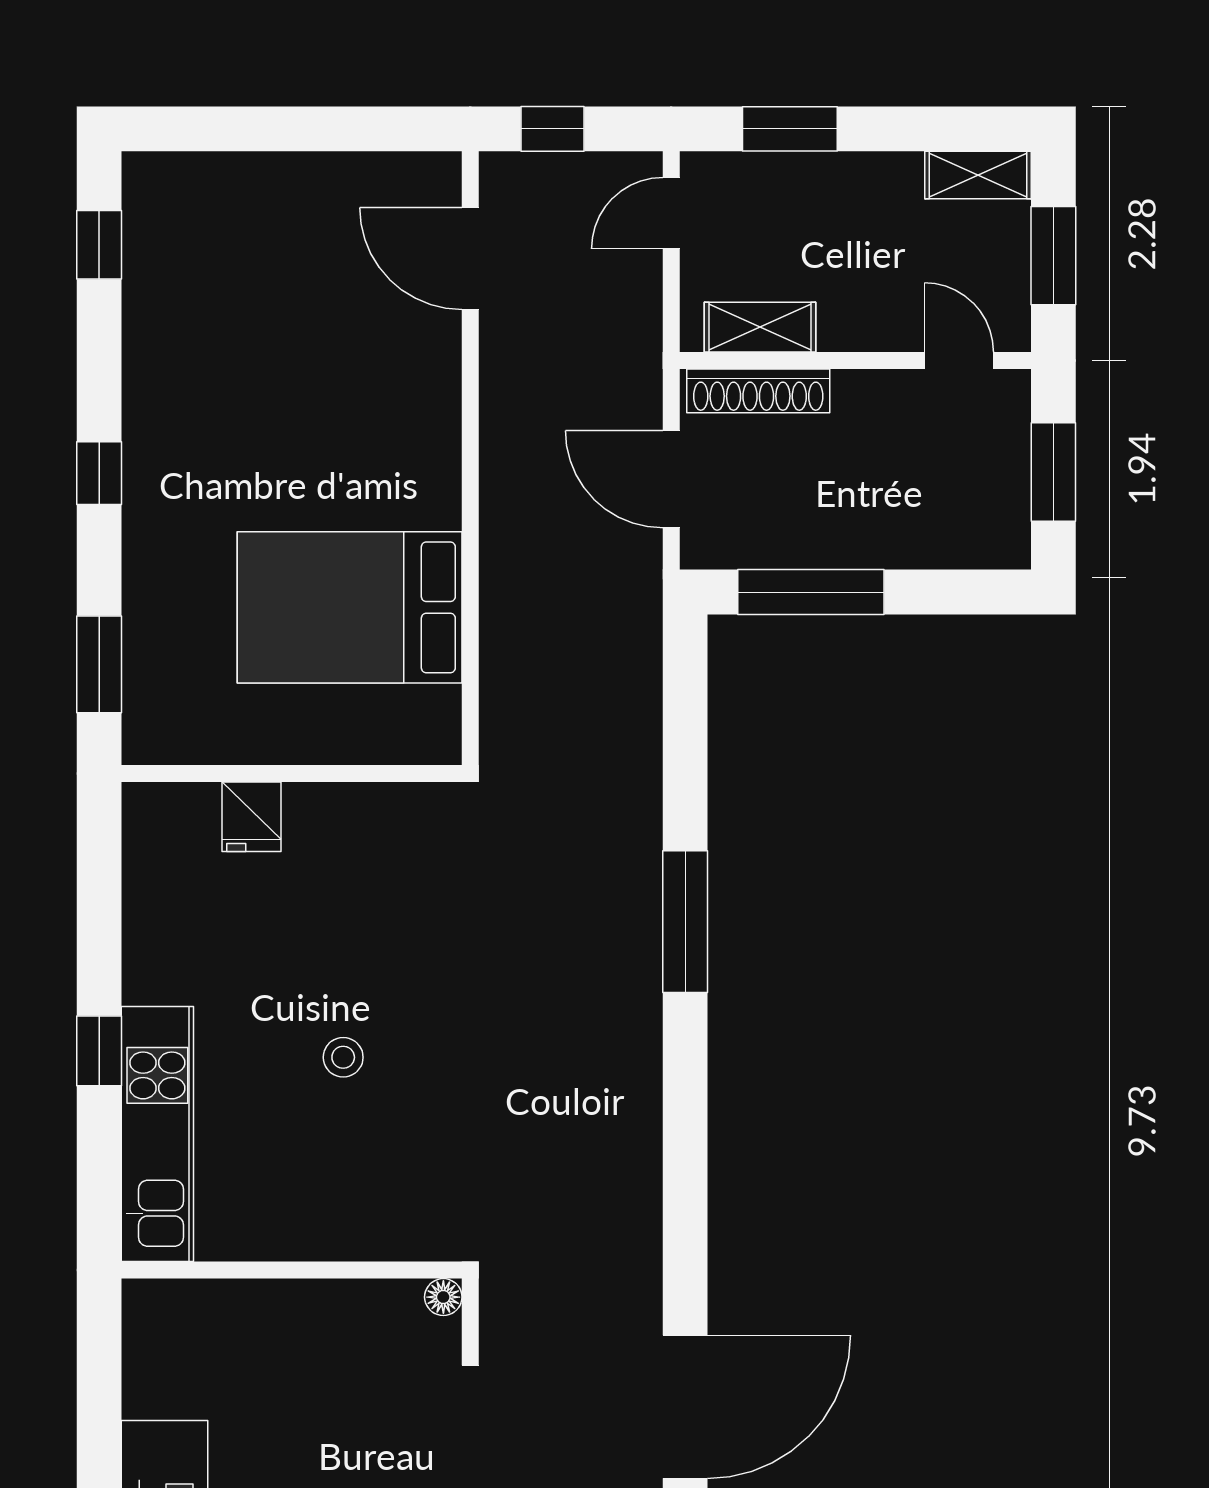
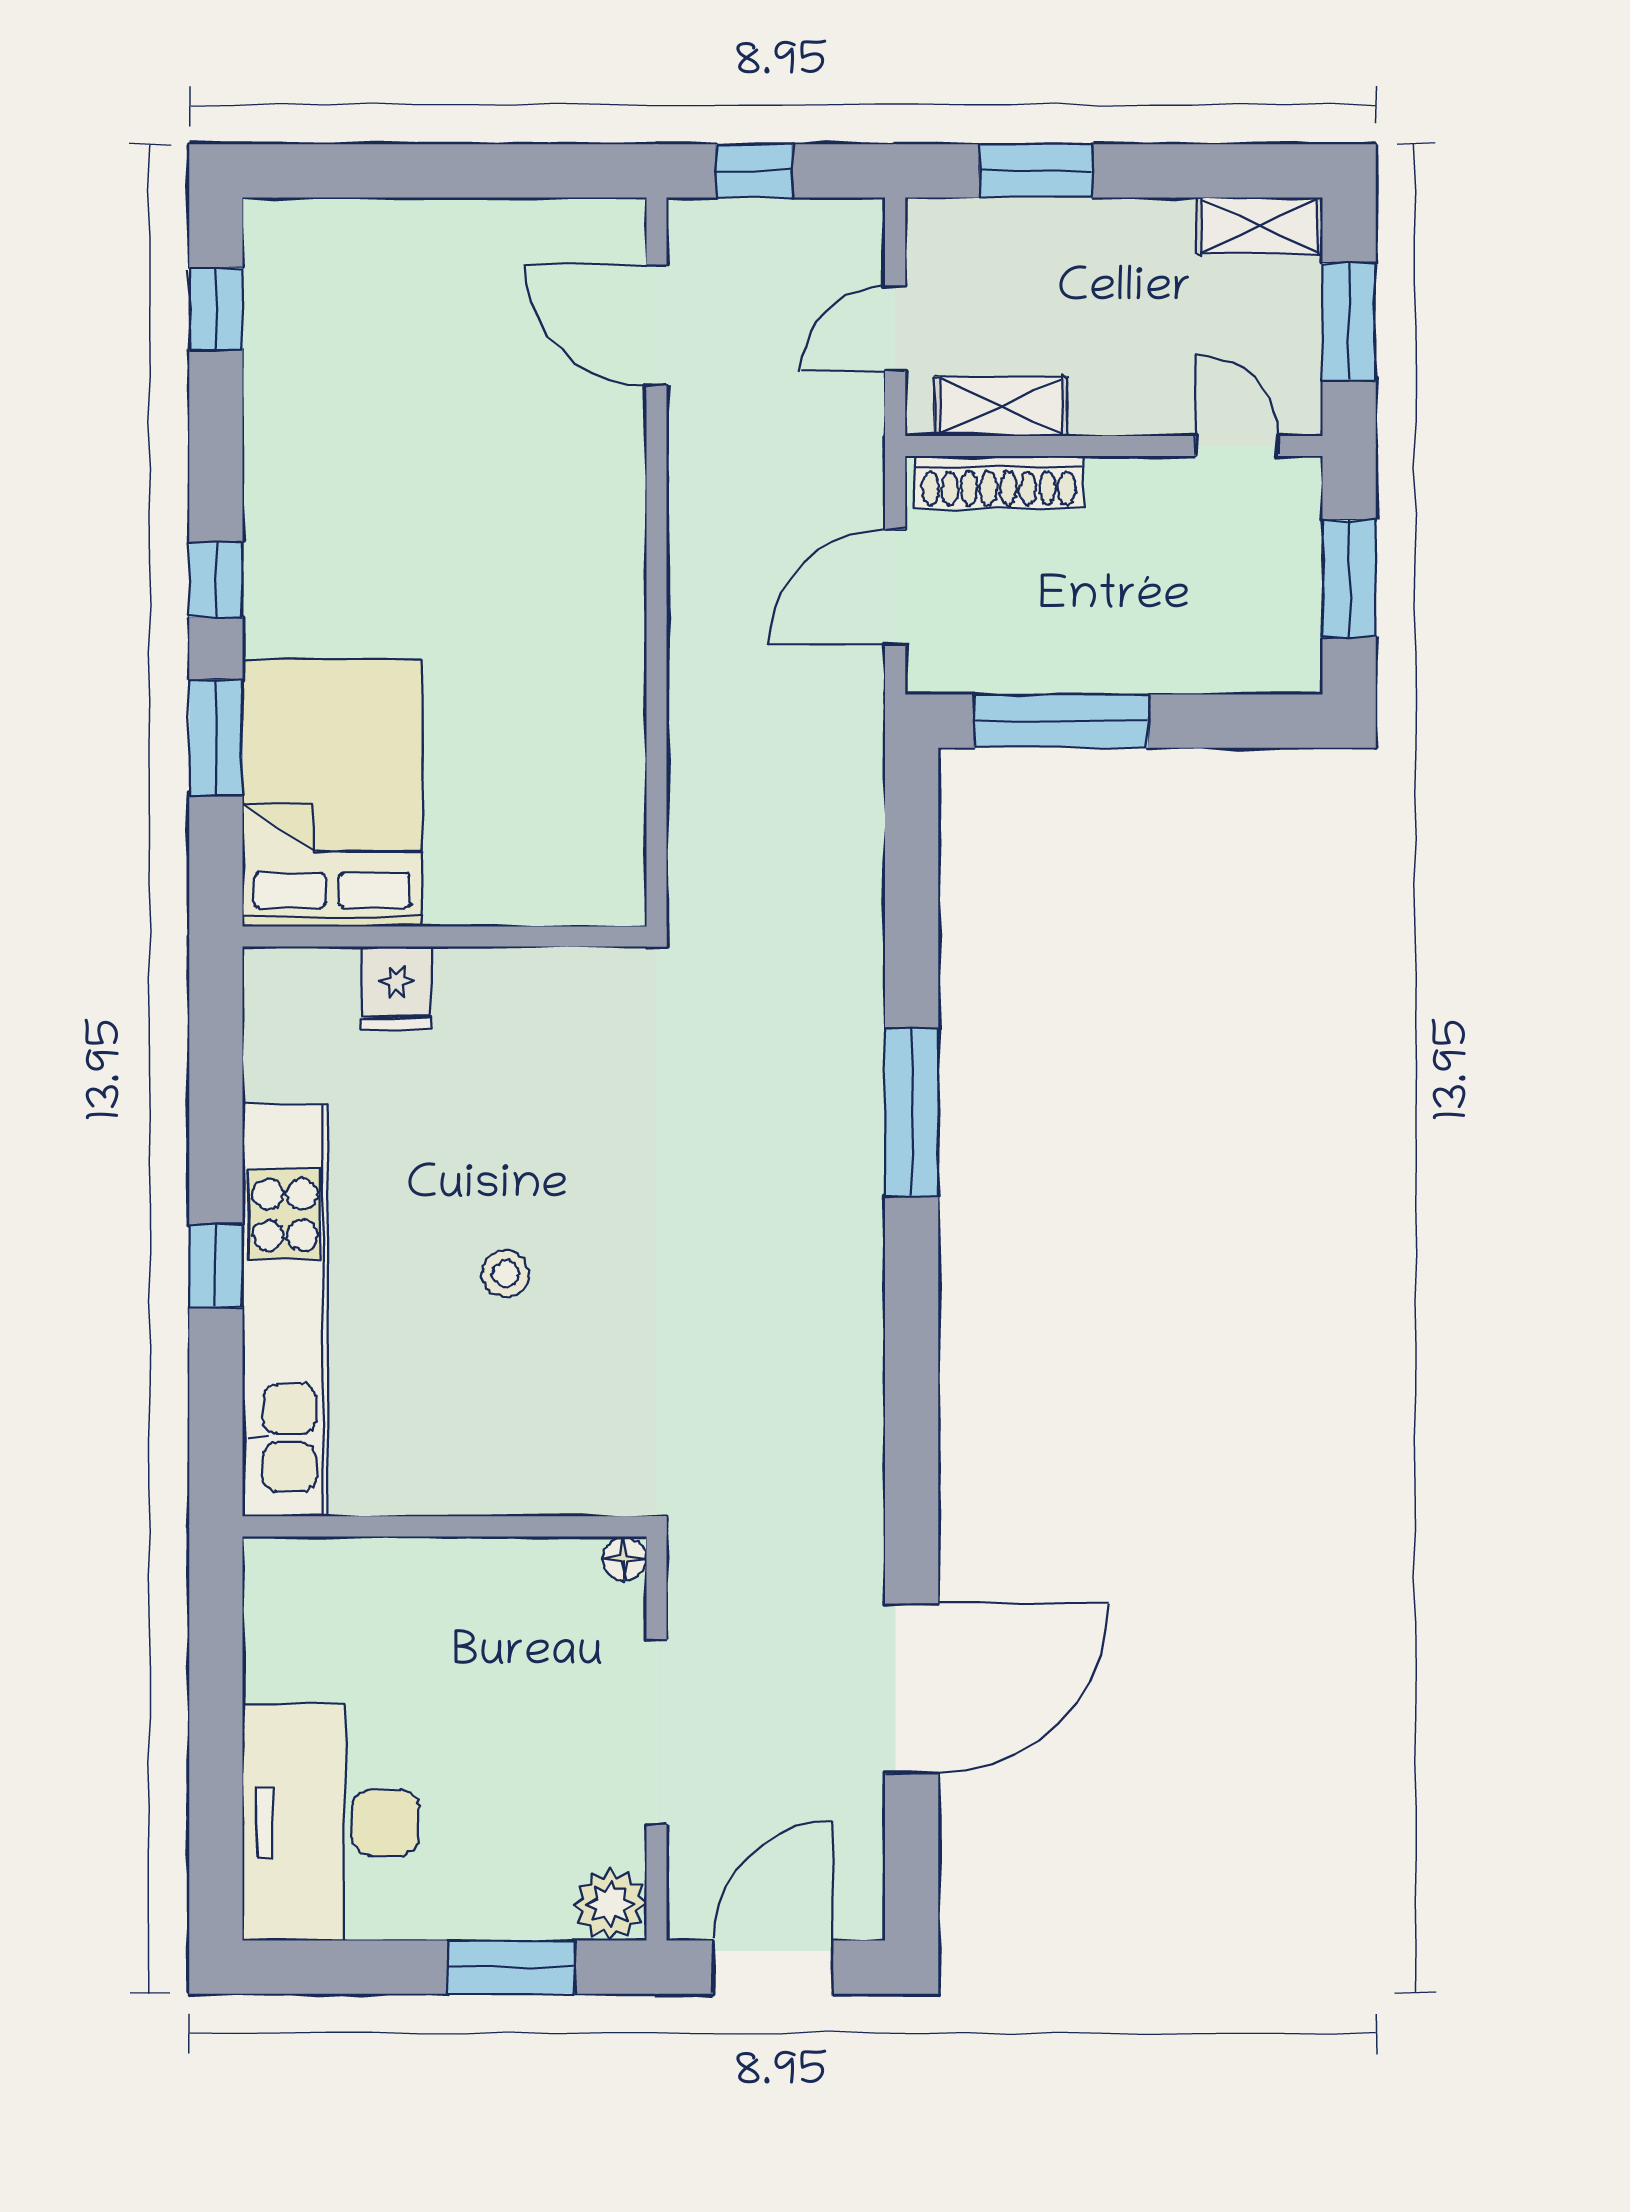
door: (671, 213) -> (895, 328), moved
door: (671, 479) -> (895, 587), hinge flipped
bed: (350, 607) -> (332, 793), moved, turned 90
window: (99, 664) -> (216, 738), moved
kitchen unit: (157, 1134) -> (285, 1310), width x1.36

